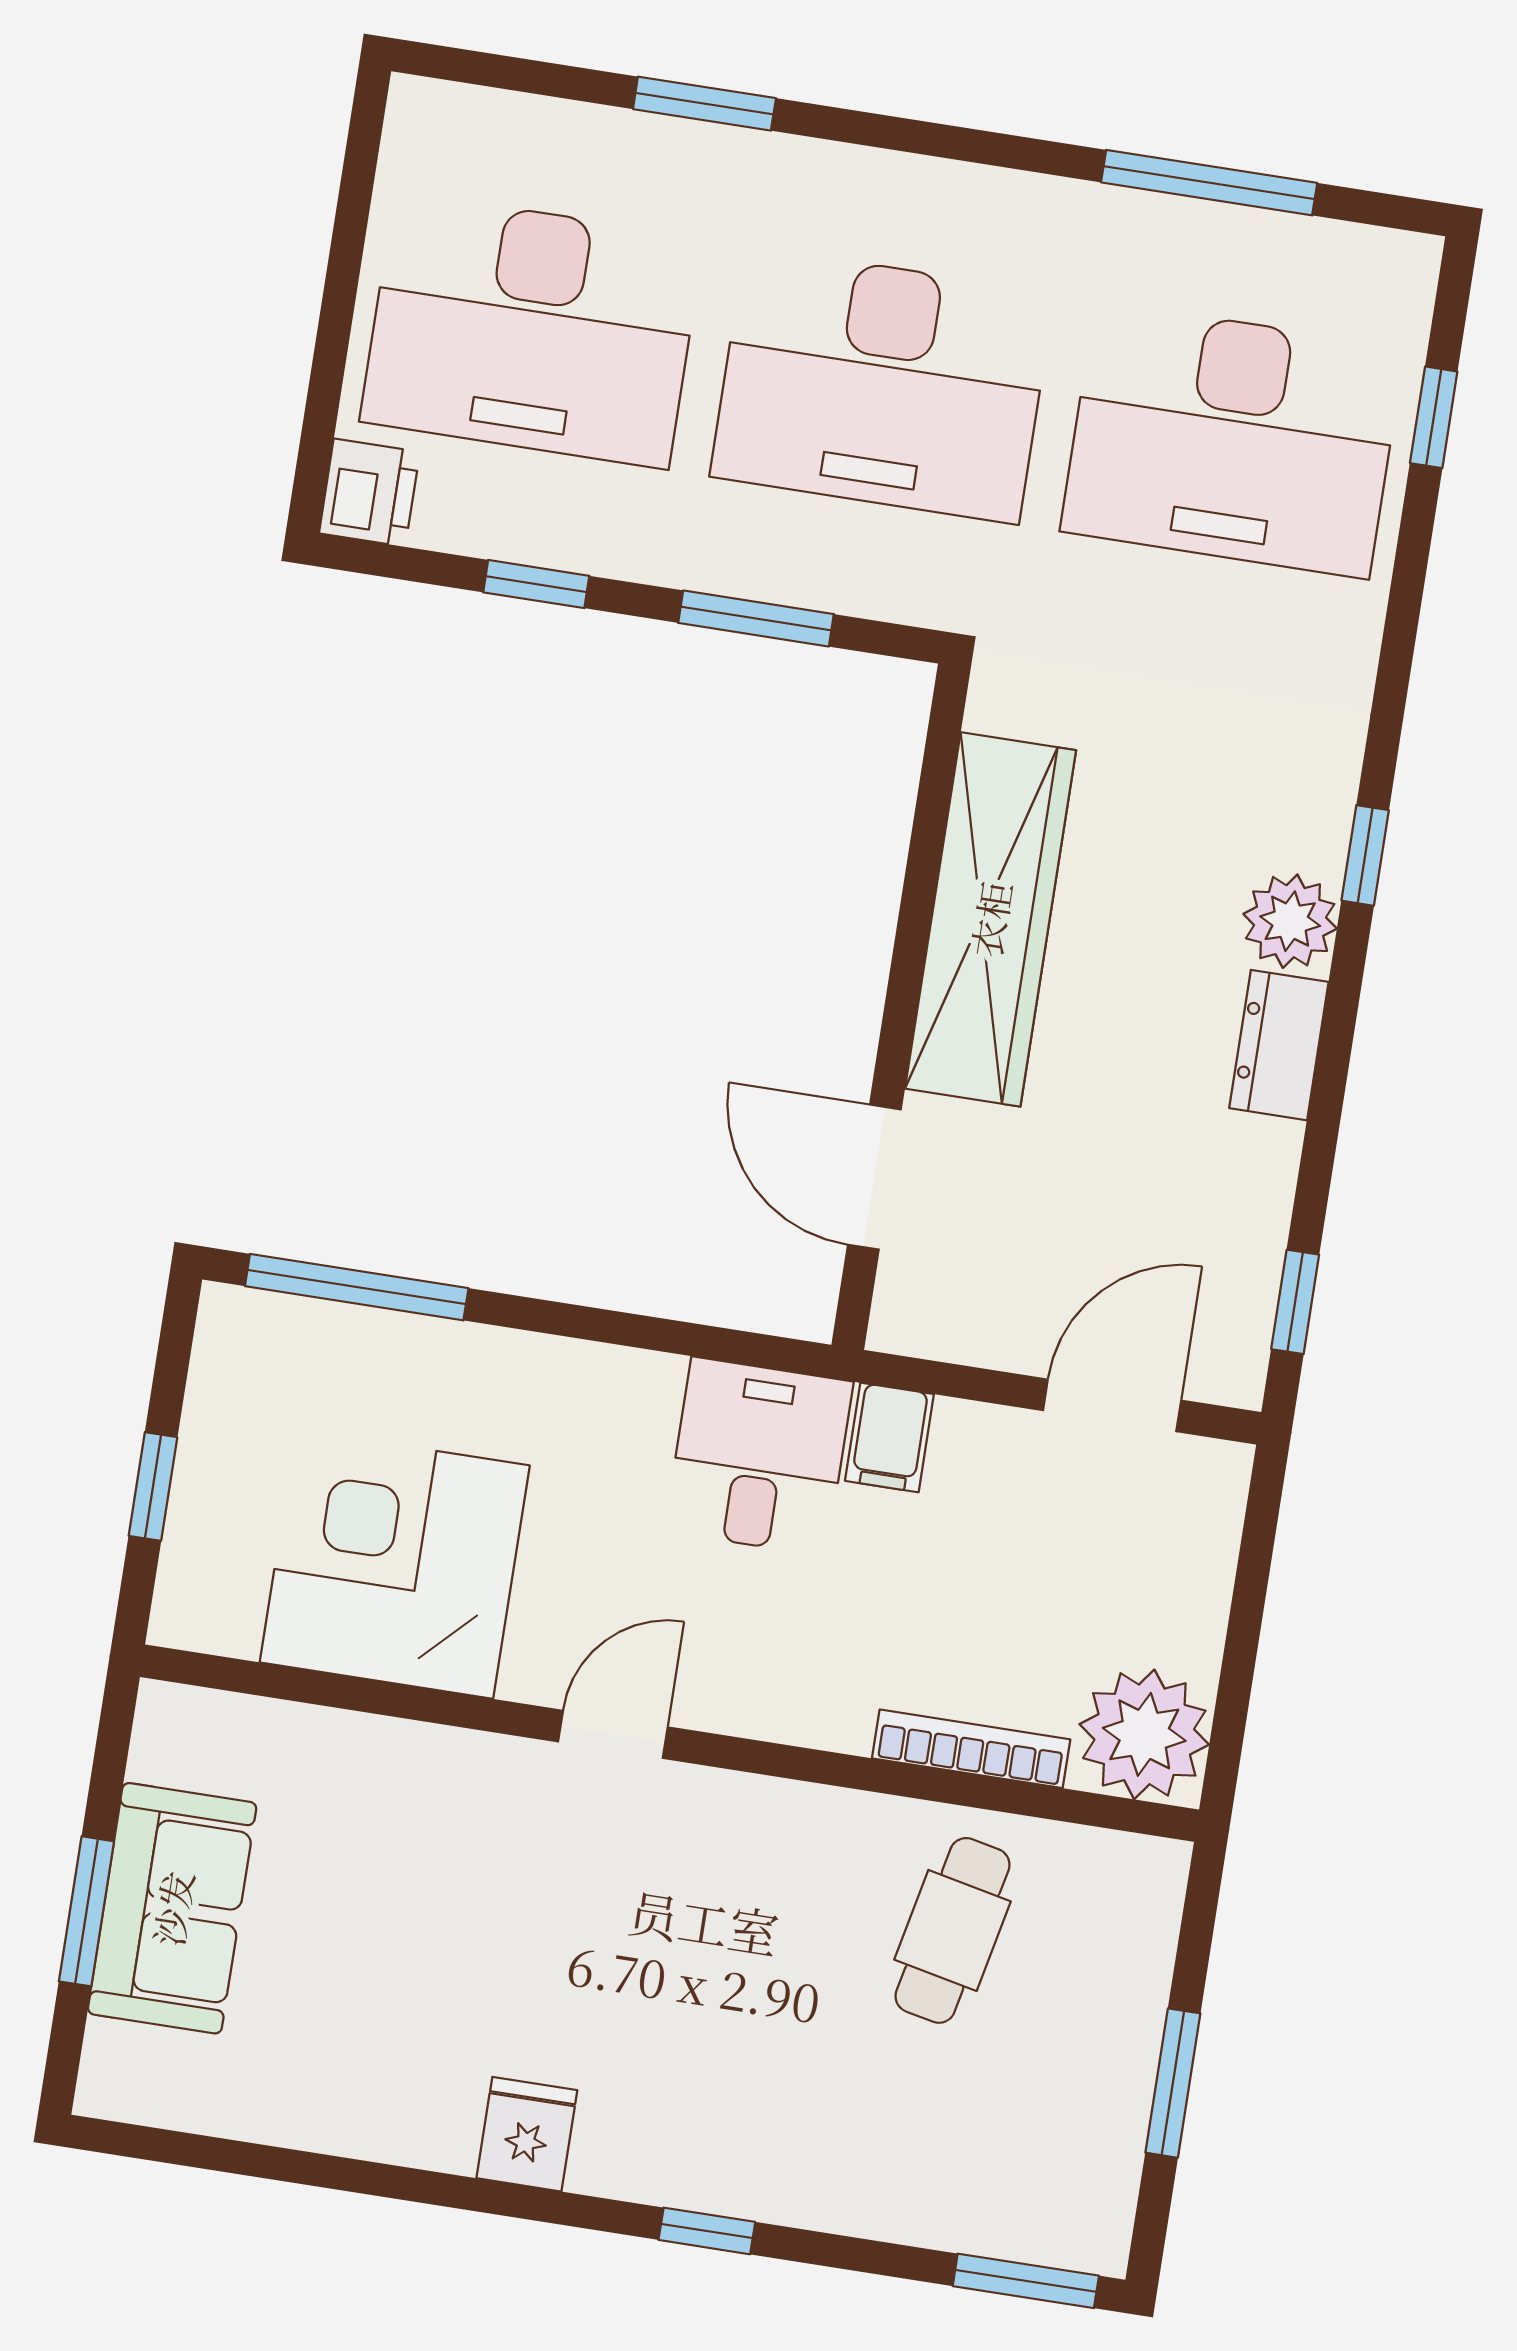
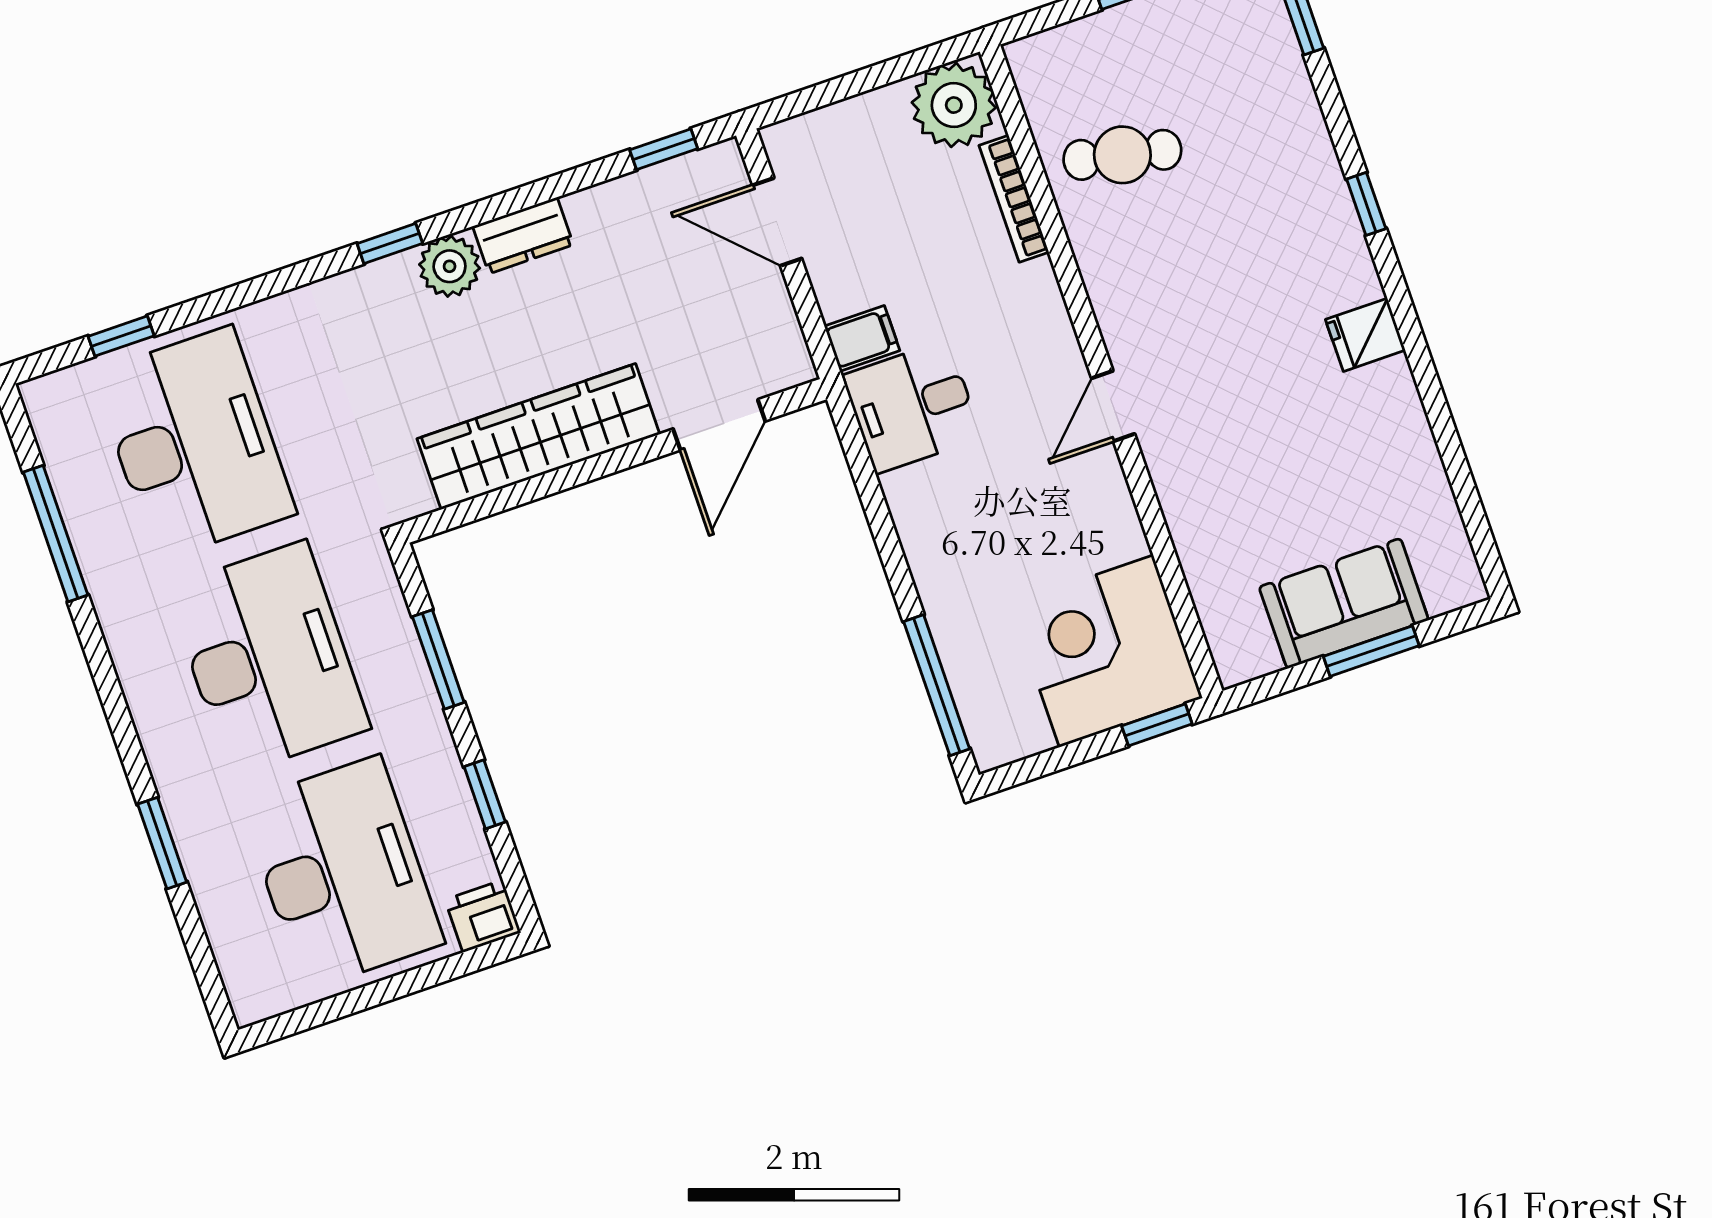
window: (153, 1486) -> (1157, 725), moved
corner desk: (395, 1564) -> (1106, 651), moved, turned 90
door: (613, 1734) -> (1113, 406), hinge flipped

